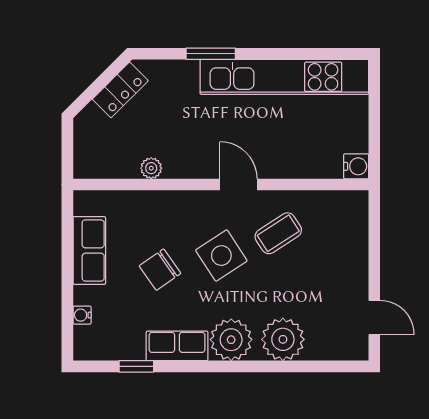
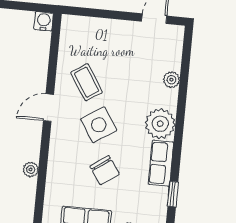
plant: (283, 339) -> (171, 80), width x0.53, depth x0.53

